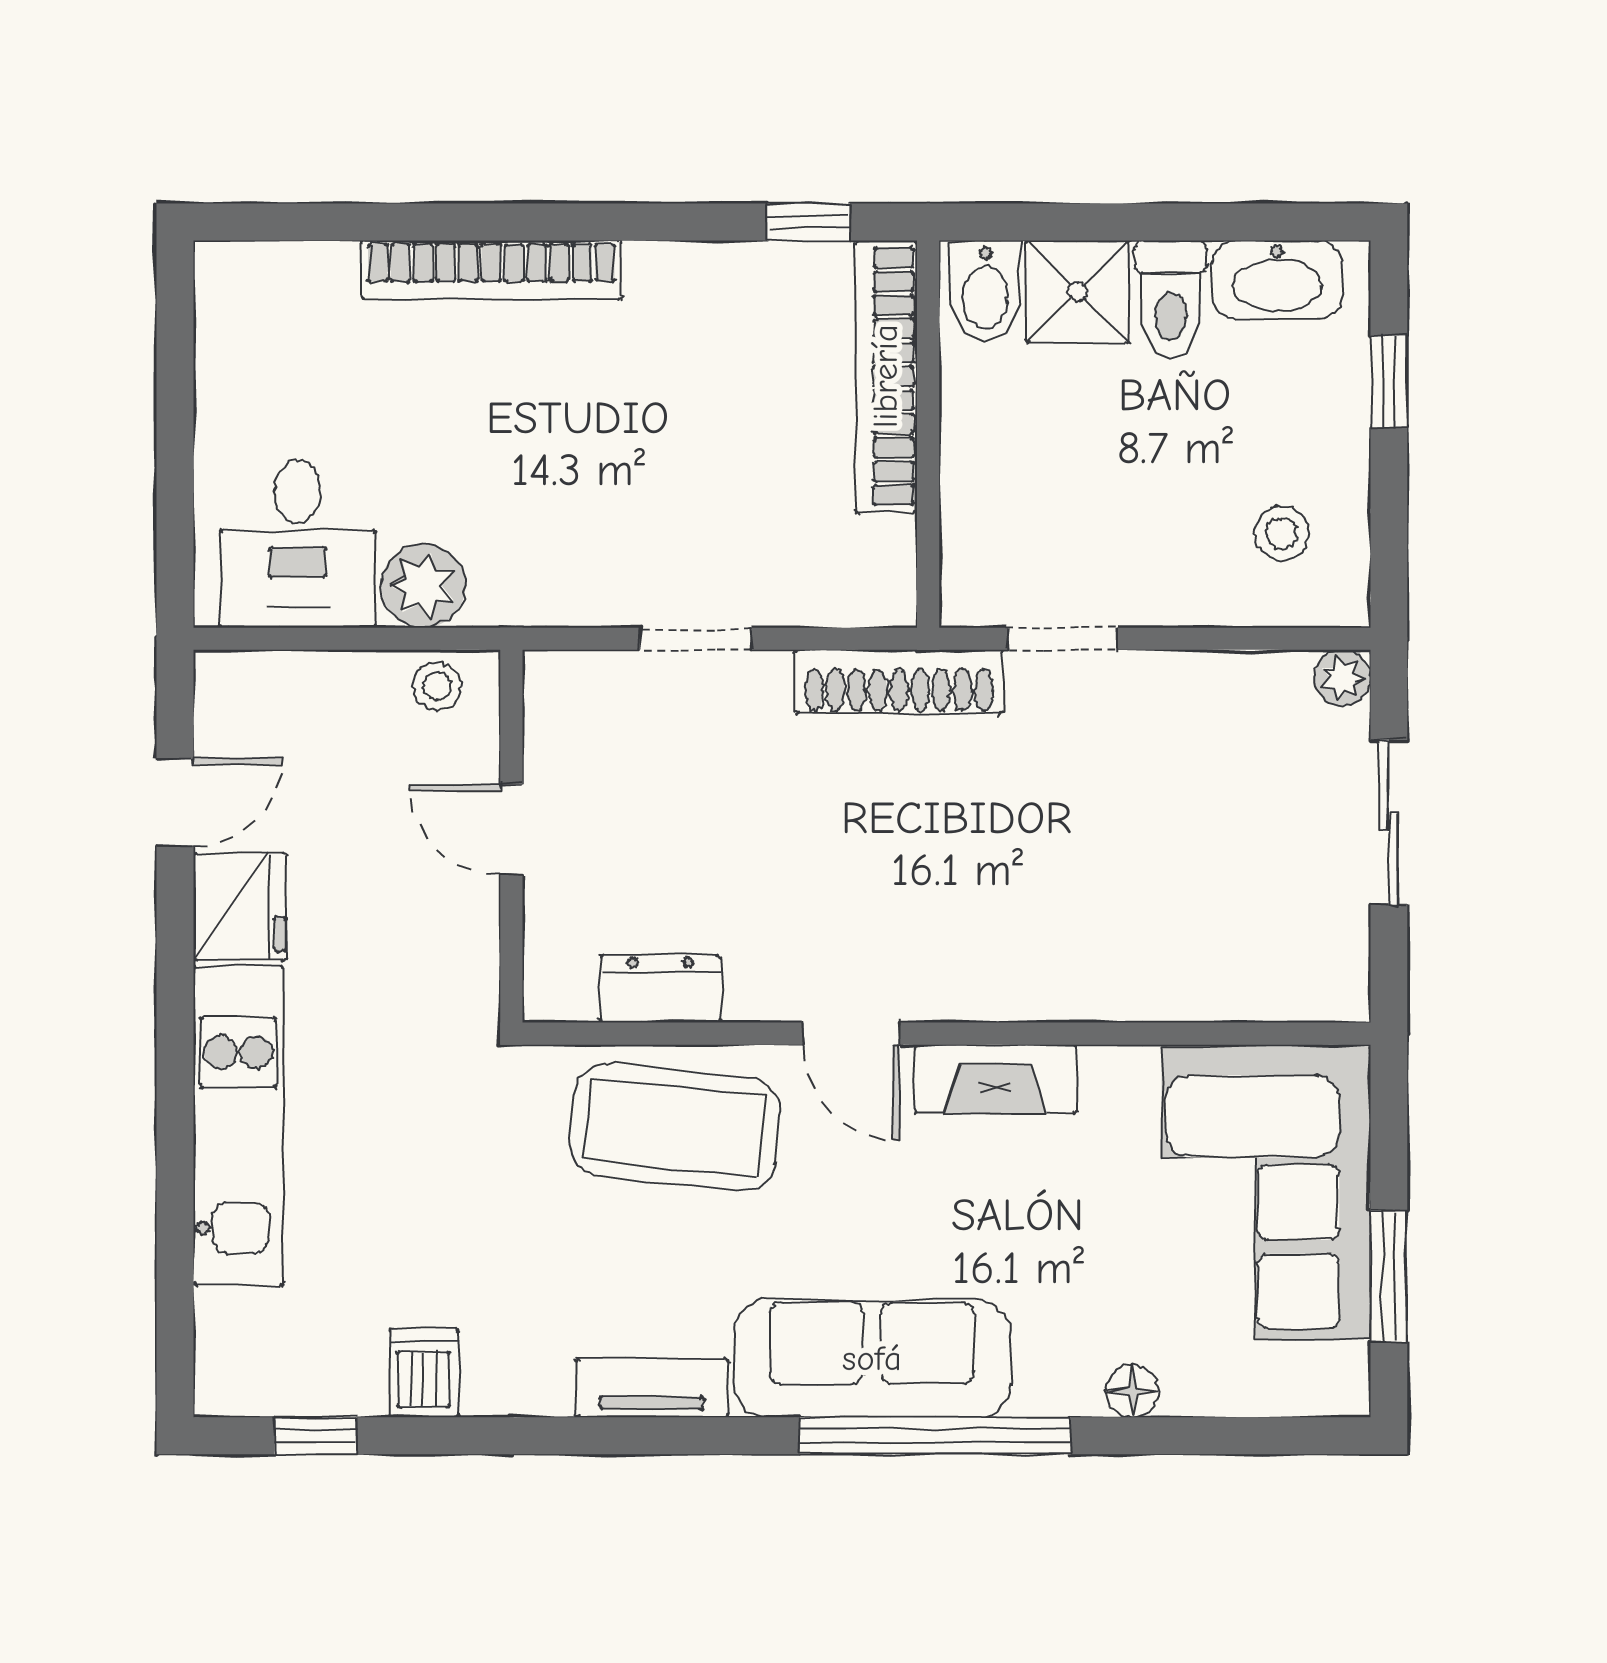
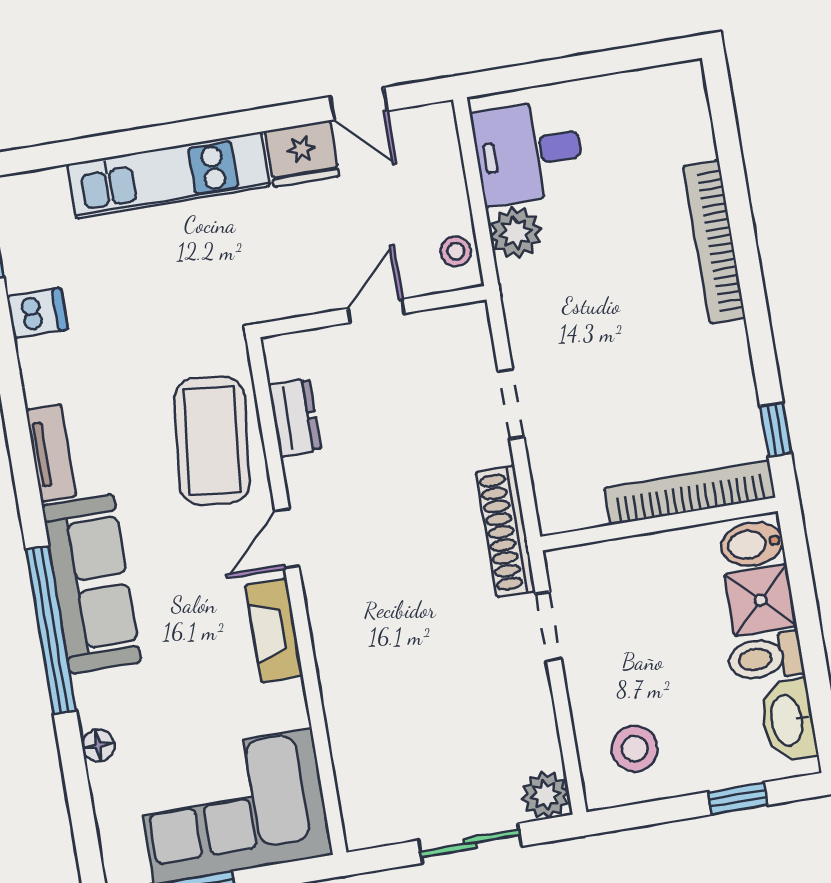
stool: (1281, 533) -> (635, 749), width x1.37, depth x1.37
plant: (1342, 678) -> (546, 795), width x1.38, depth x1.38

